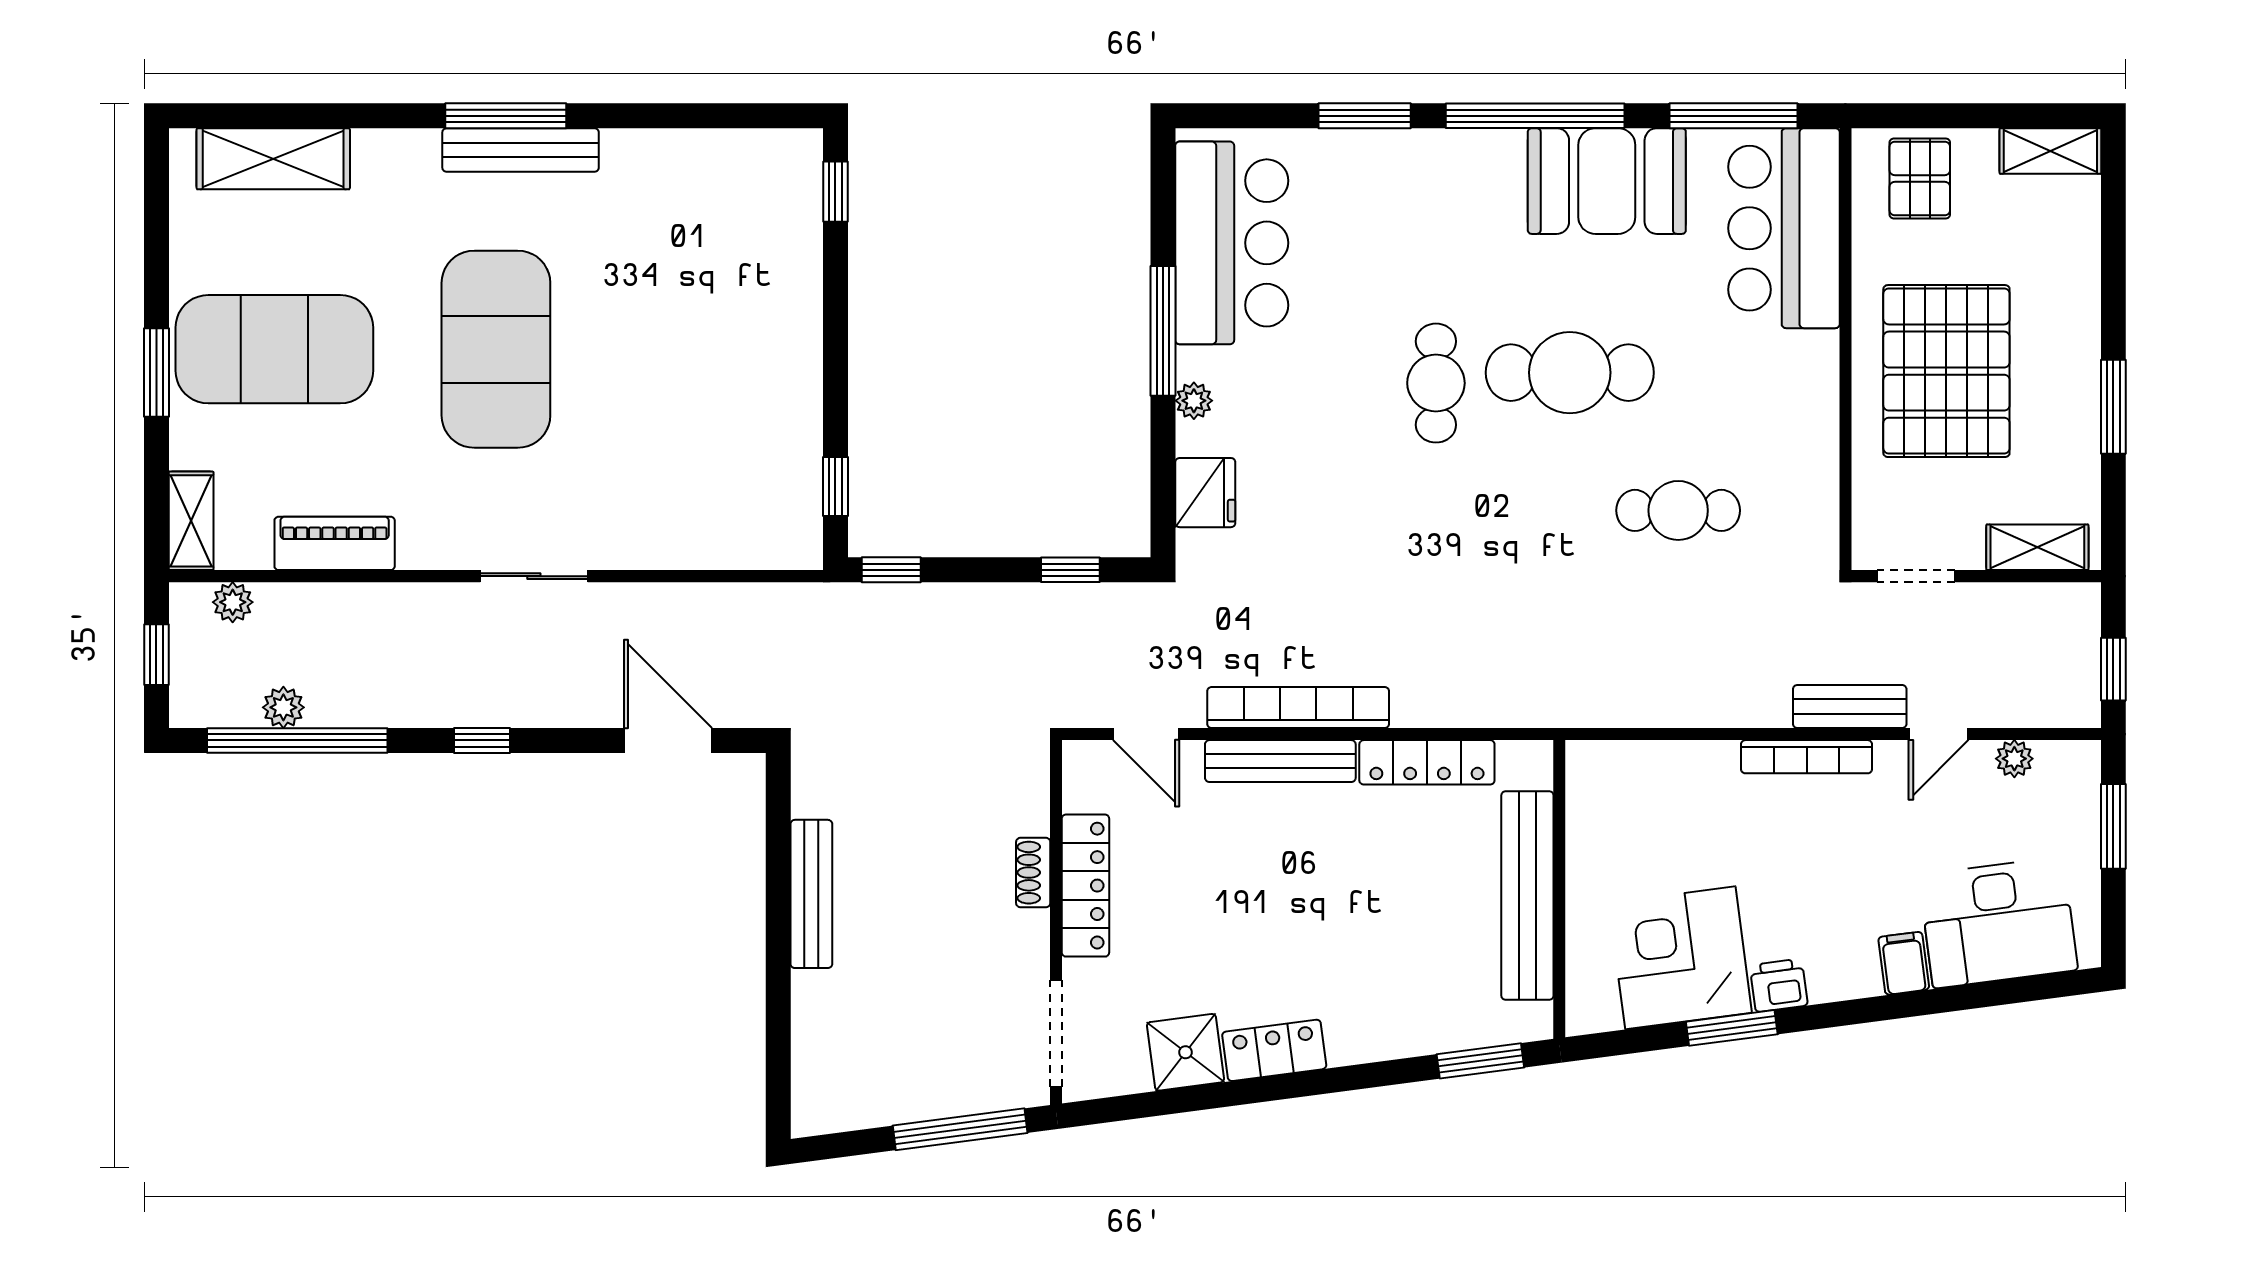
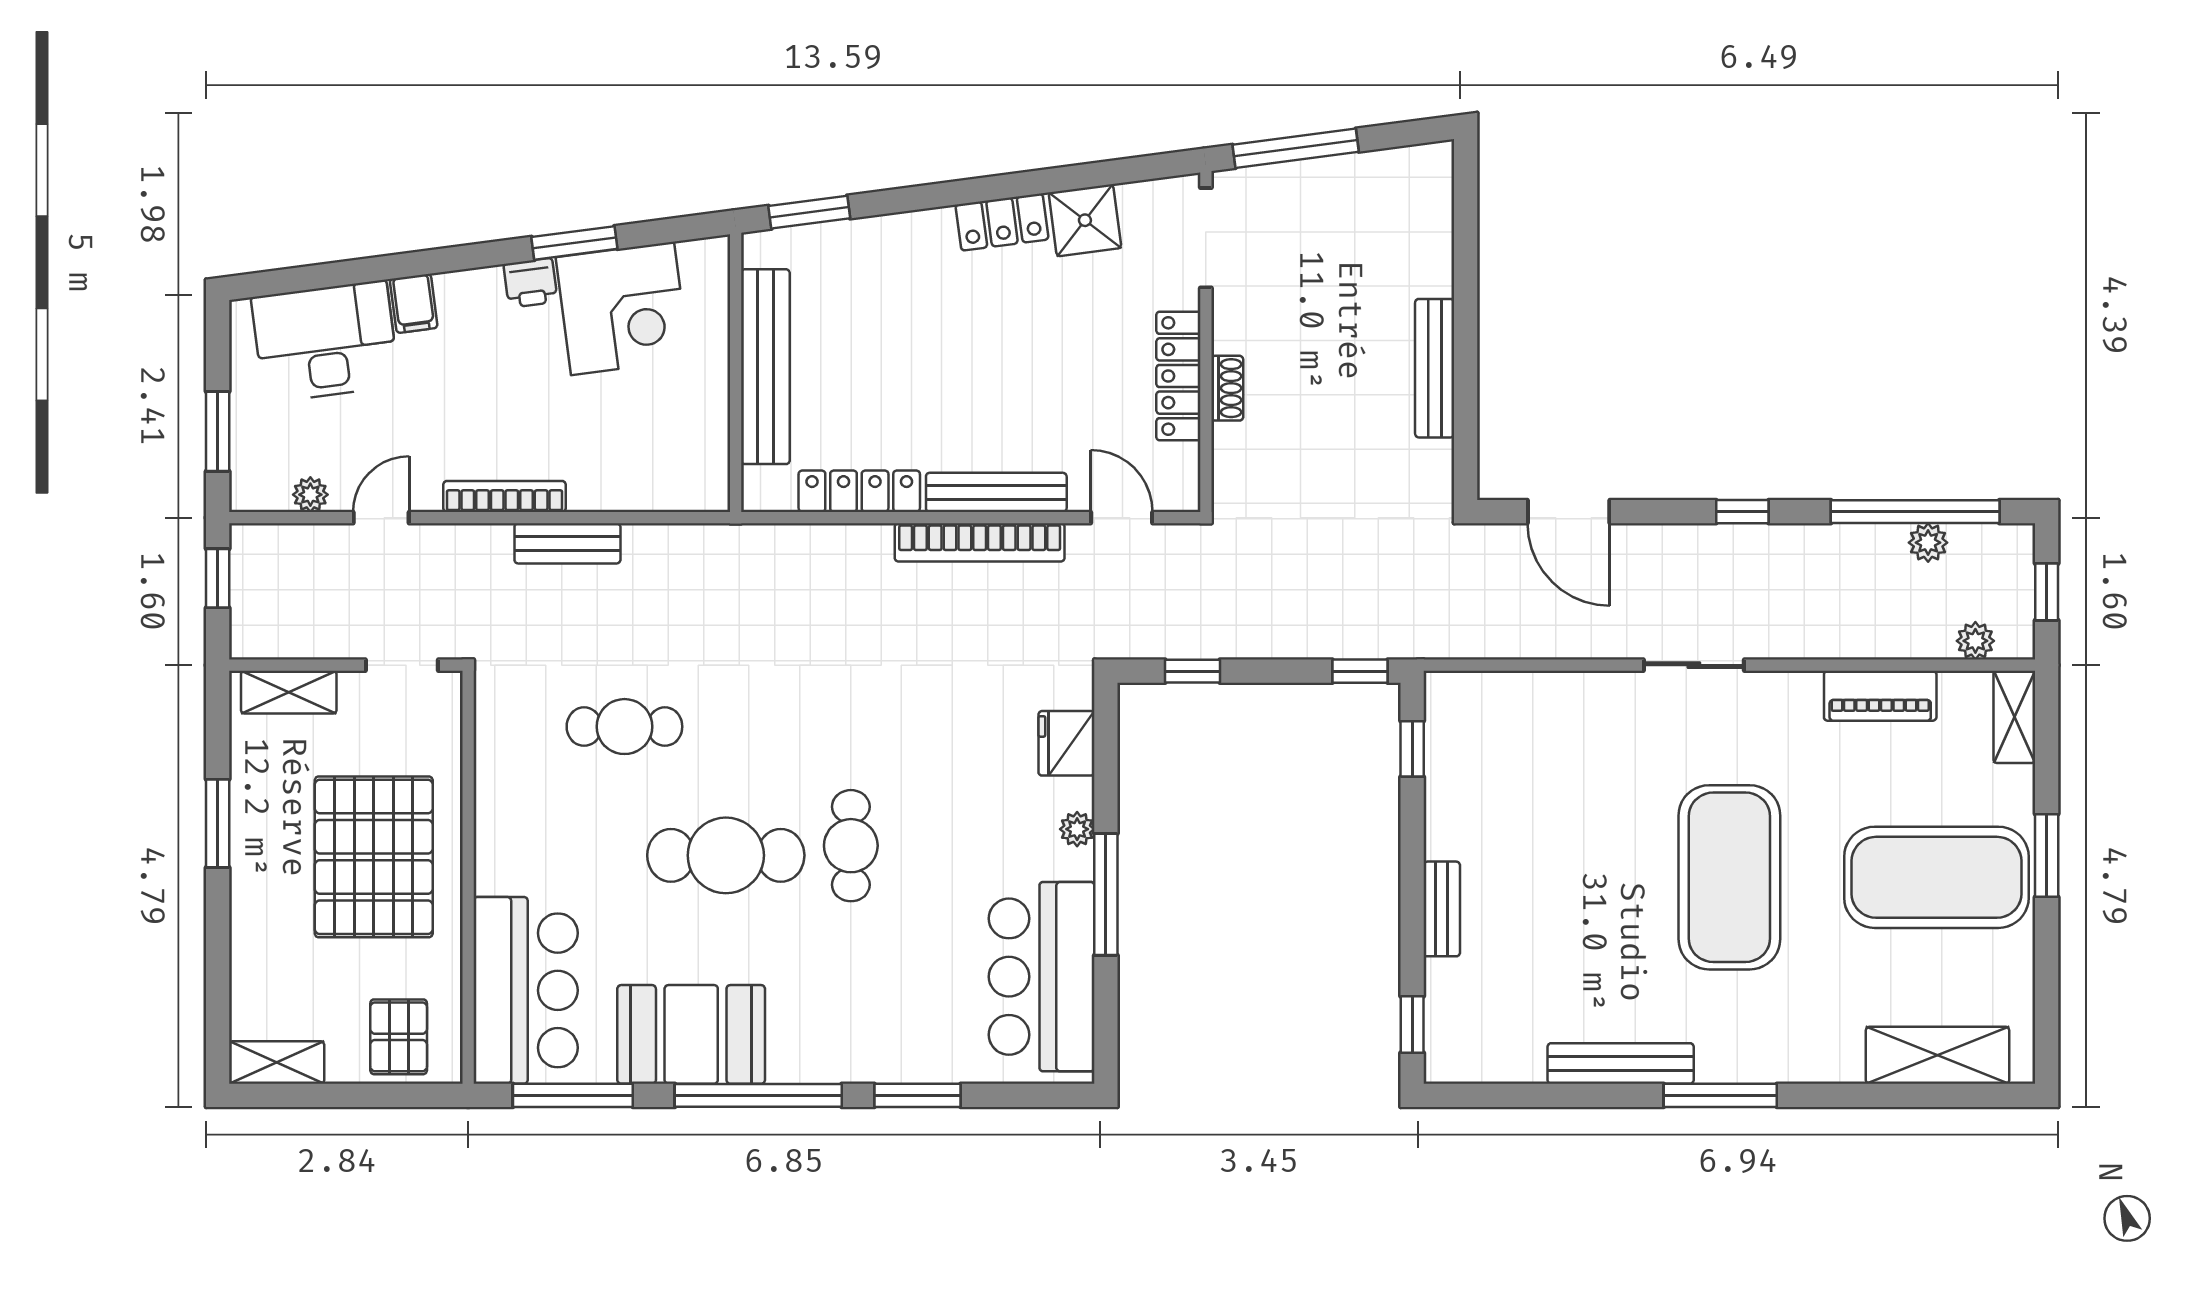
bench: (521, 150) -> (1621, 1063), moved
bench: (804, 315) -> (1442, 909), added
bench: (1850, 707) -> (567, 543), moved

